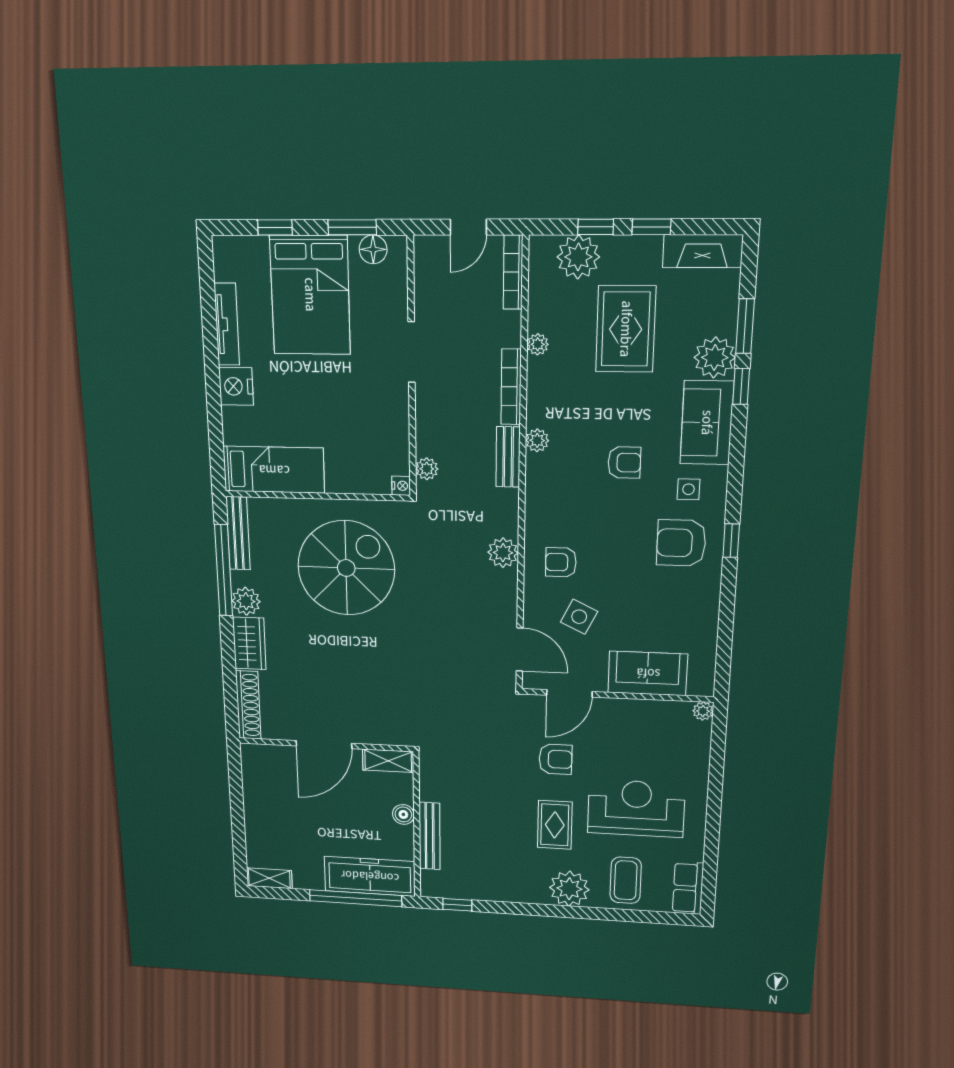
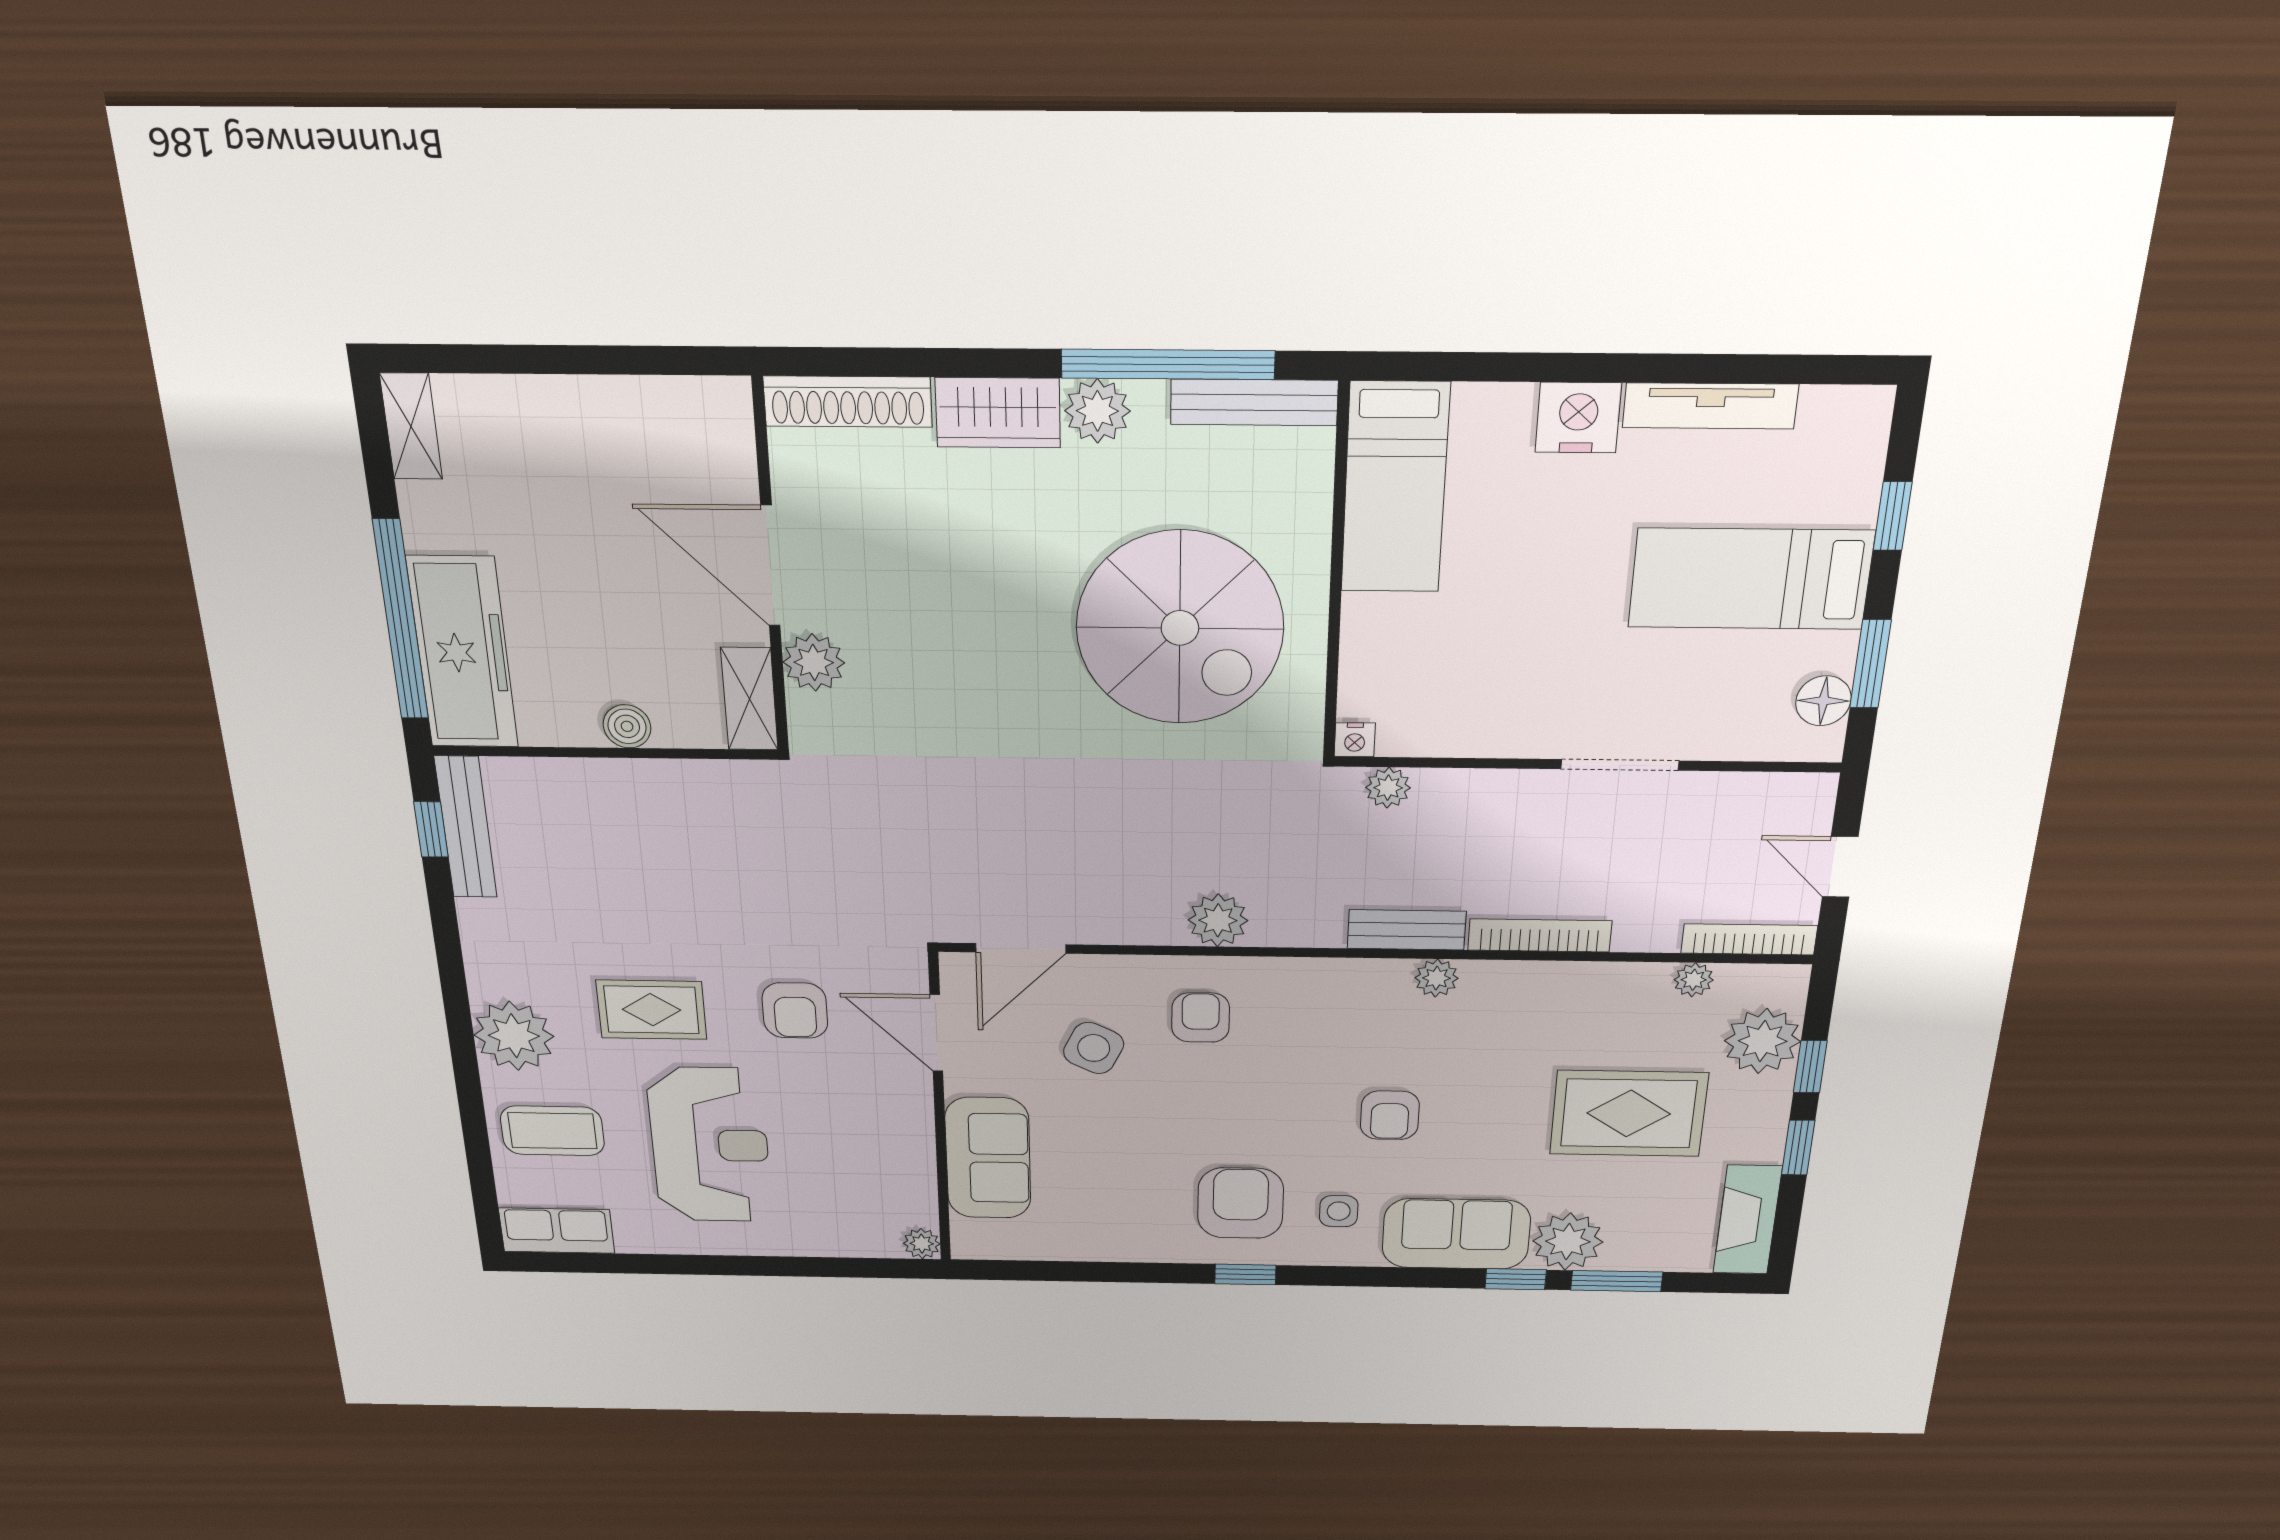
bed: (310, 295) -> (1751, 579), width x0.67
plant: (538, 344) -> (1694, 980), moved
plant: (369, 731) -> (814, 662), added
bench: (430, 836) -> (466, 827), moved, turned 90

